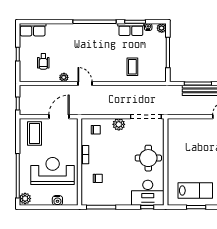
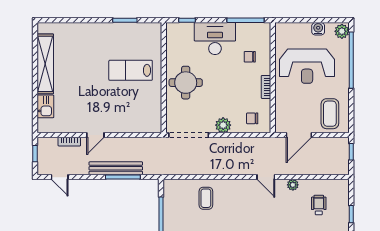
lab bench: (195, 191) -> (131, 70), moved
desk: (148, 193) -> (215, 39), moved
water cooler: (57, 200) -> (318, 29), moved

